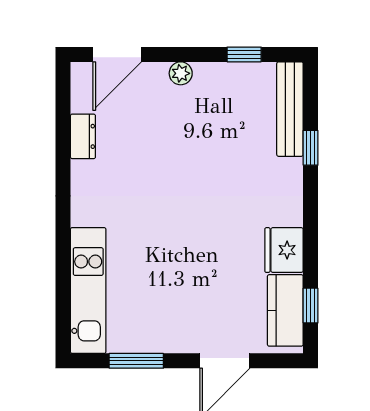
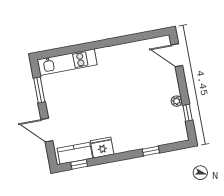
plant: (181, 73) -> (177, 101), moved
bench: (290, 109) -> (167, 138), removed
dresser: (83, 136) -> (137, 47), removed

